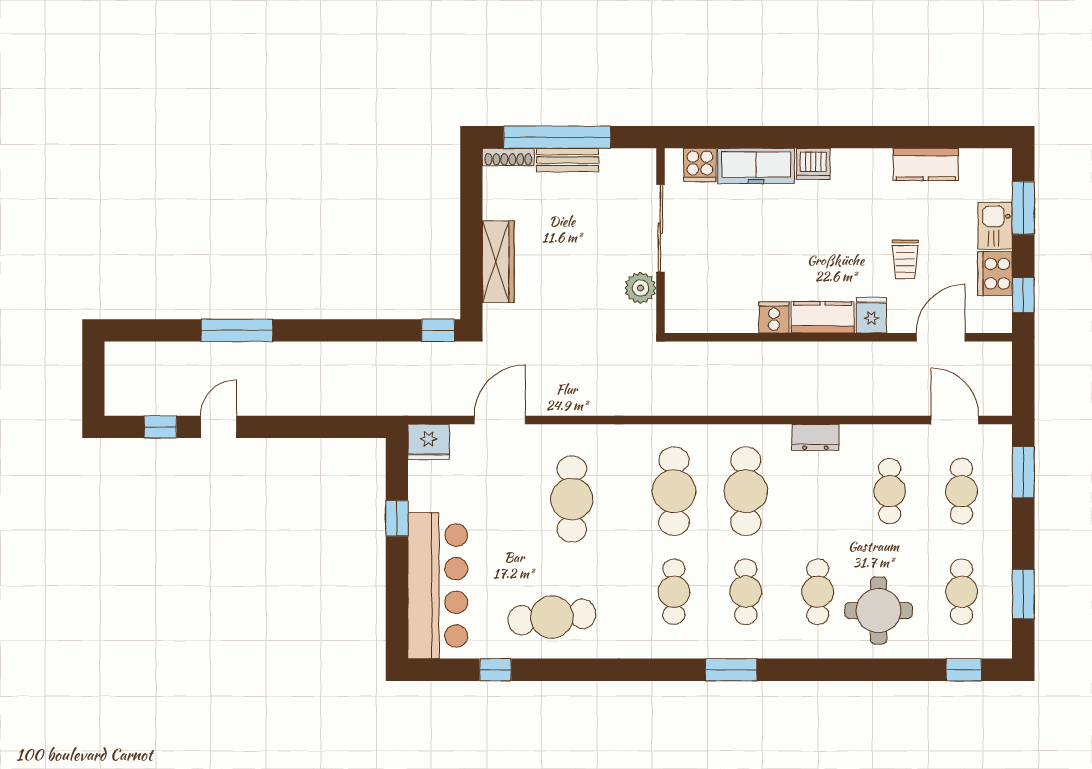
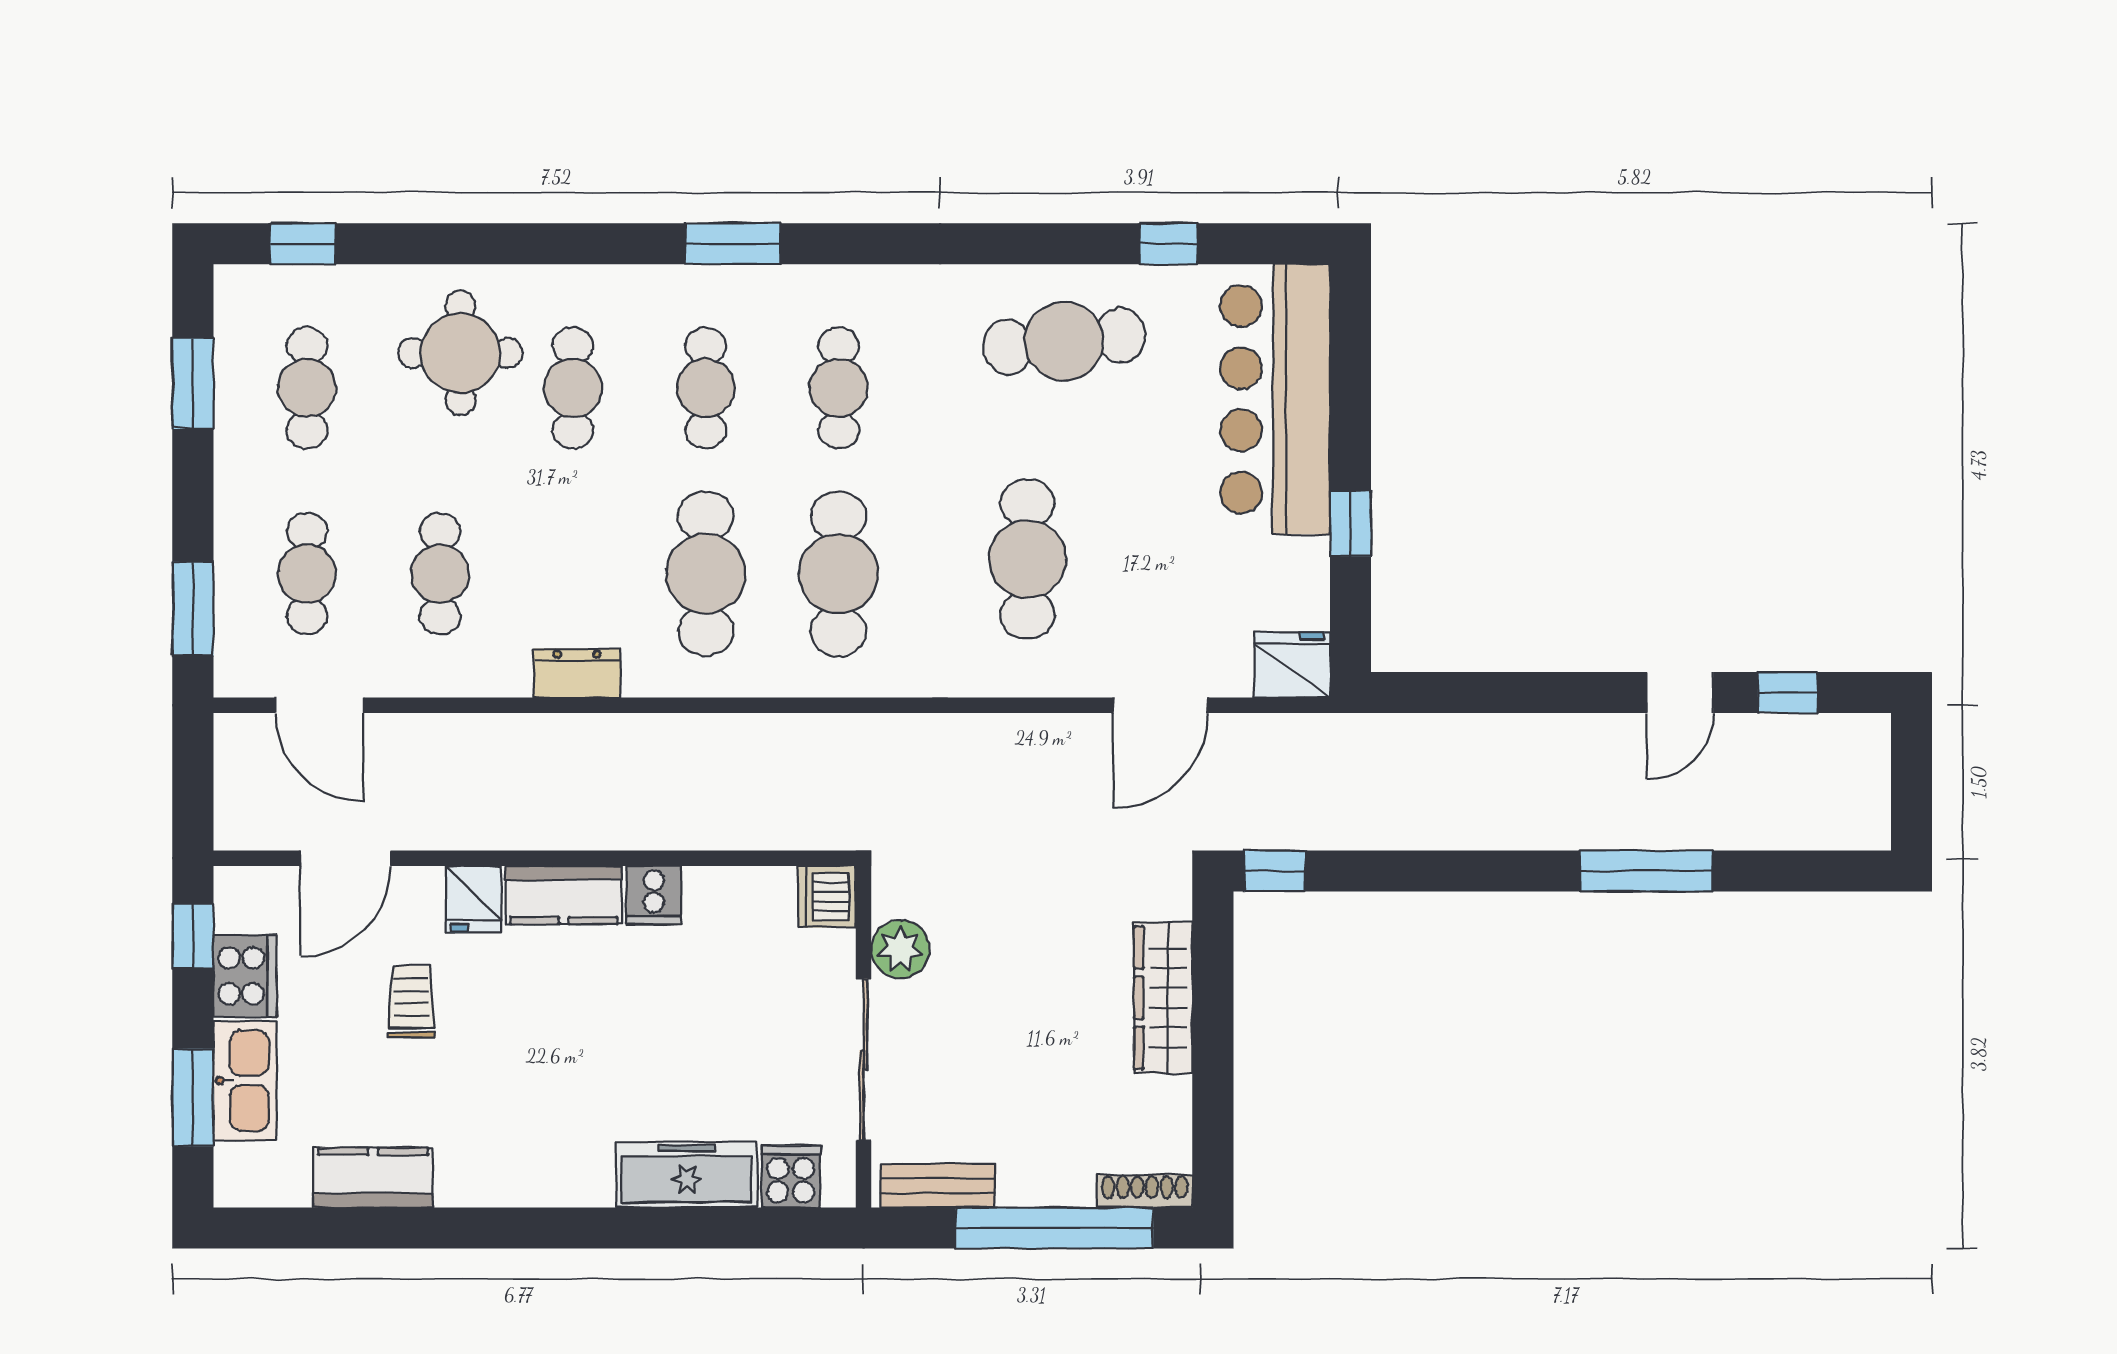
bench: (567, 160) -> (938, 1186), moved
dishwasher: (813, 164) -> (827, 897), moved, turned -90
kitchen sink: (995, 226) -> (245, 1081), width x1.38

